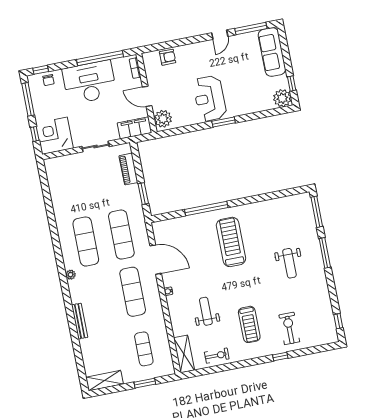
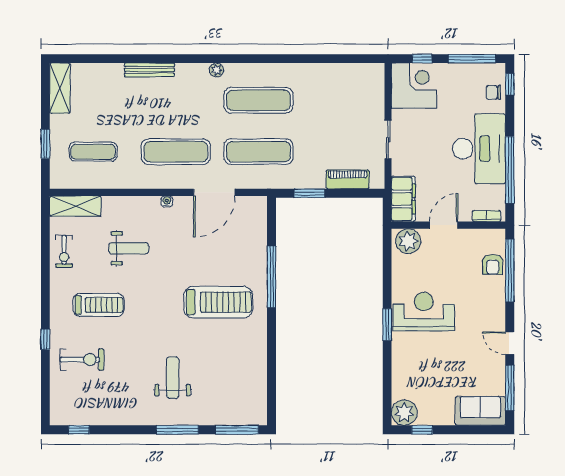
window: (170, 45) -> (510, 271), added
sofa: (272, 52) -> (480, 411), width x0.73
weight bench: (289, 263) -> (173, 378), turned 90
treadmill: (249, 324) -> (98, 305), turned 180

